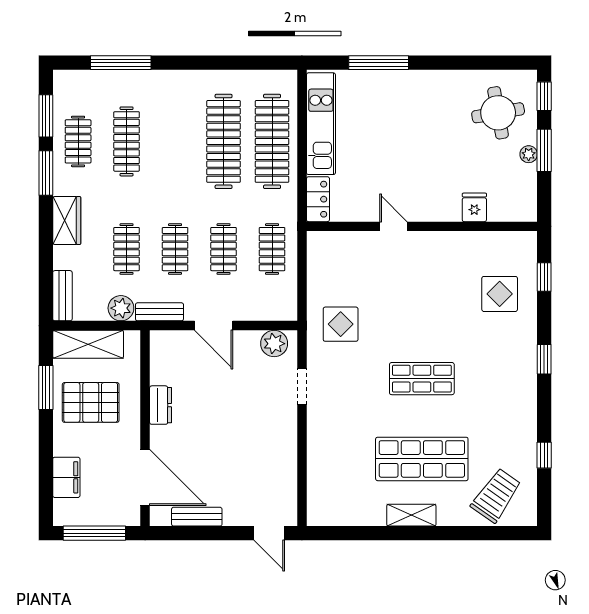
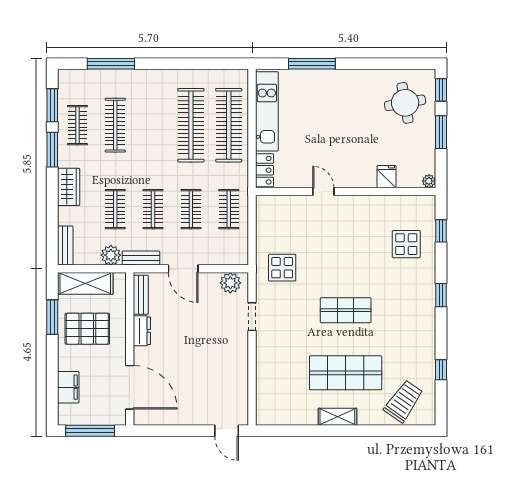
plant: (529, 154) -> (429, 181), moved
bench: (197, 517) -> (141, 295), moved, turned 90

